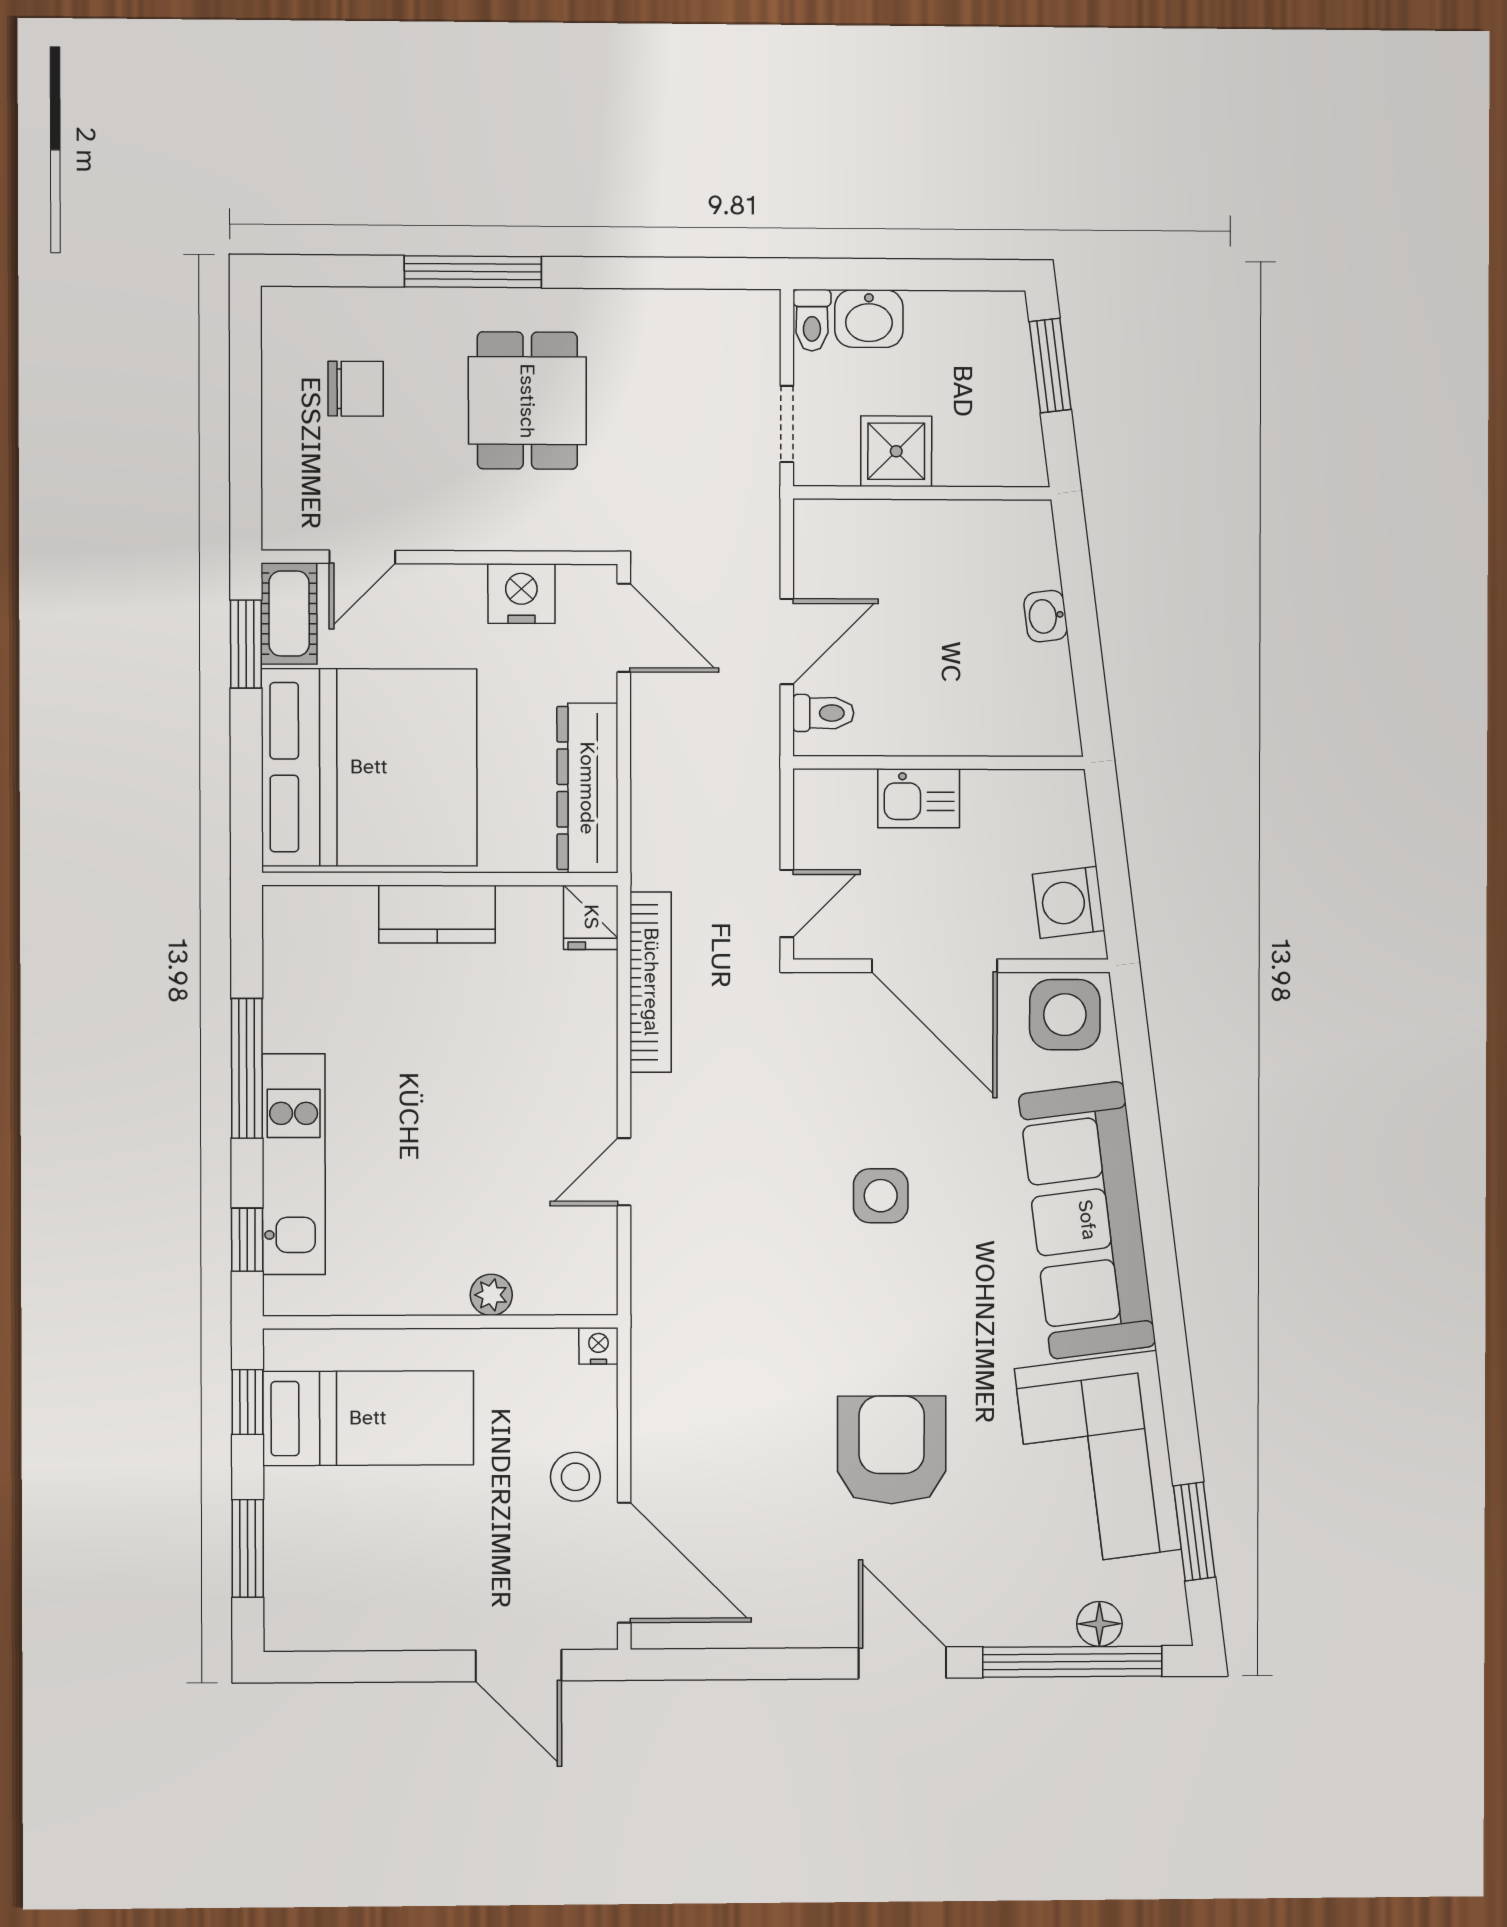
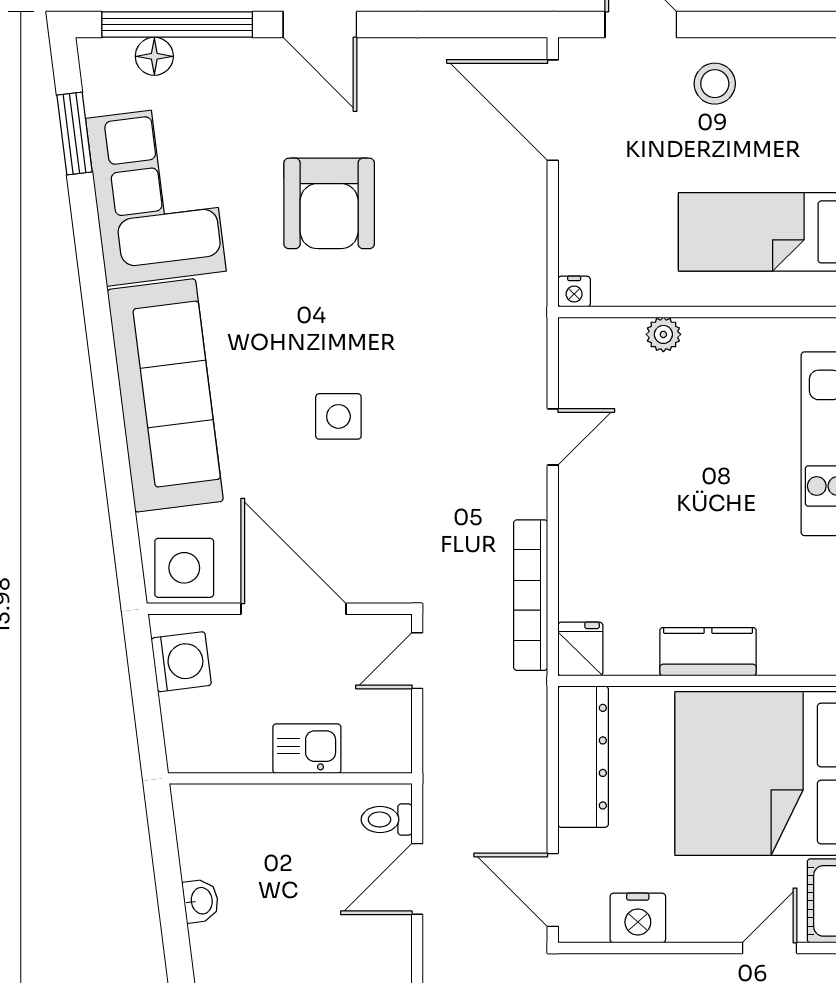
stool: (575, 1477) -> (715, 84), moved

